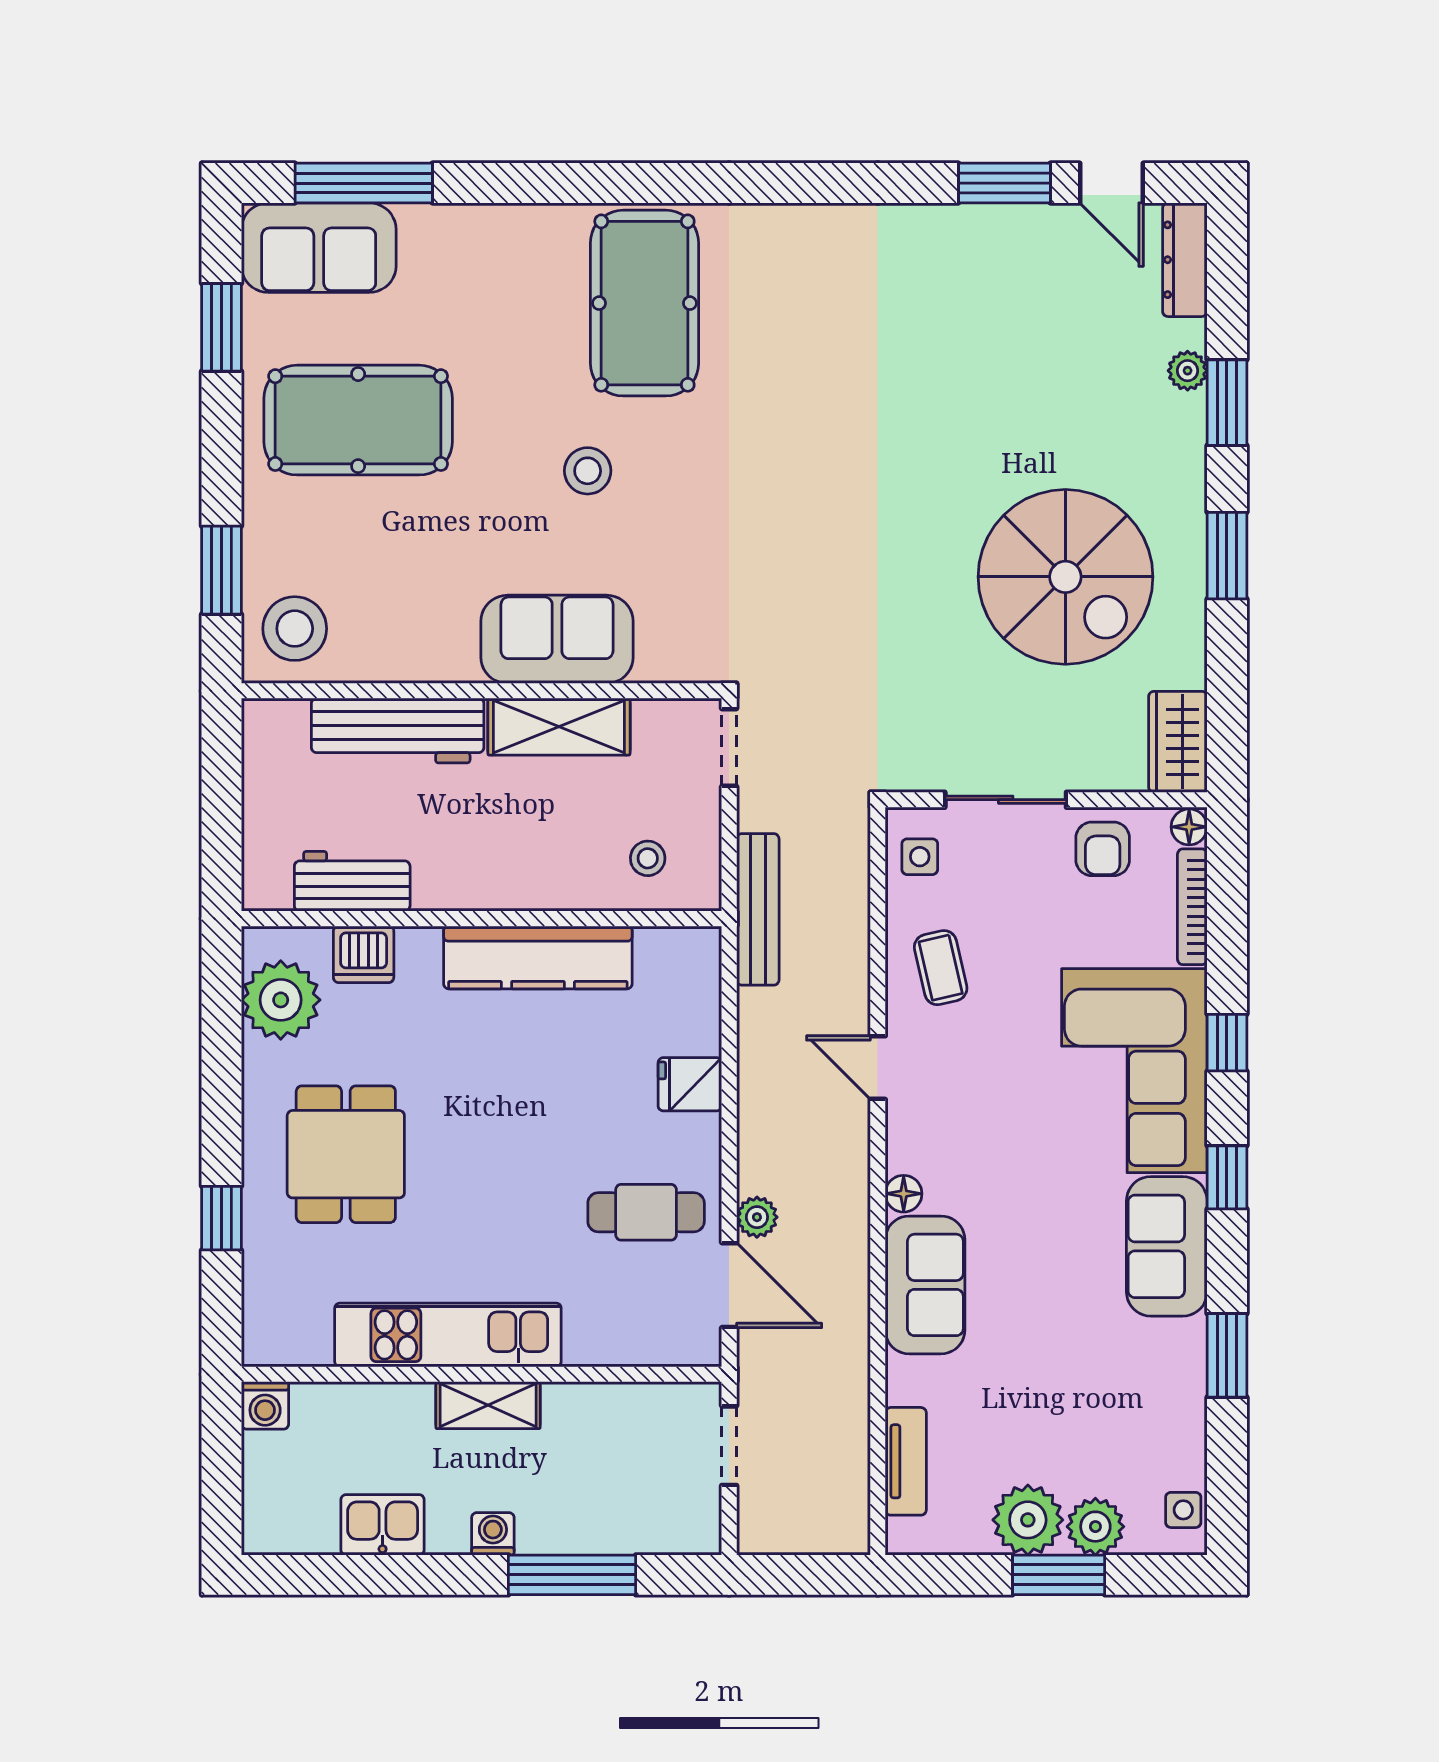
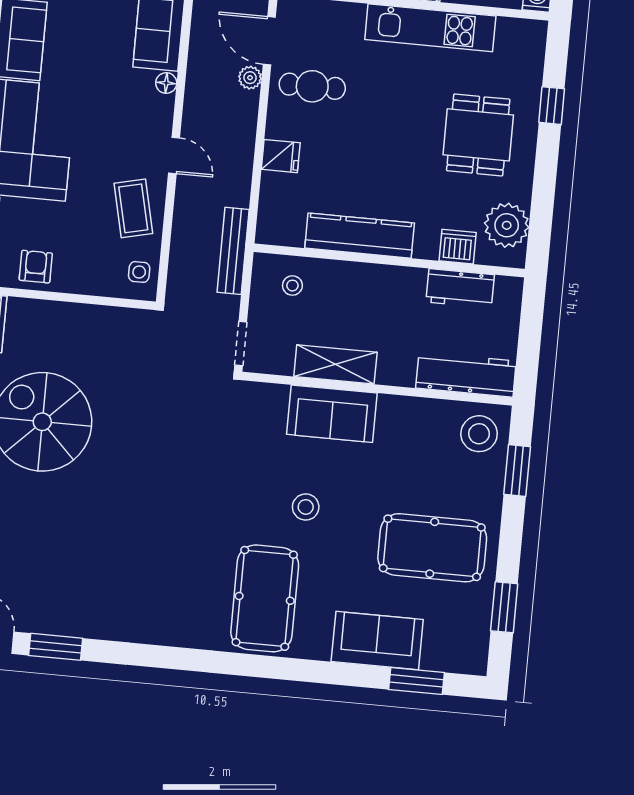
window: (364, 183) -> (416, 681), width x0.69
sofa: (319, 248) -> (377, 641), moved
workbench: (398, 731) -> (466, 375), moved
sliding door: (1006, 800) -> (88, 299), removed
coffee table: (941, 968) -> (133, 208), width x1.36, depth x1.30

